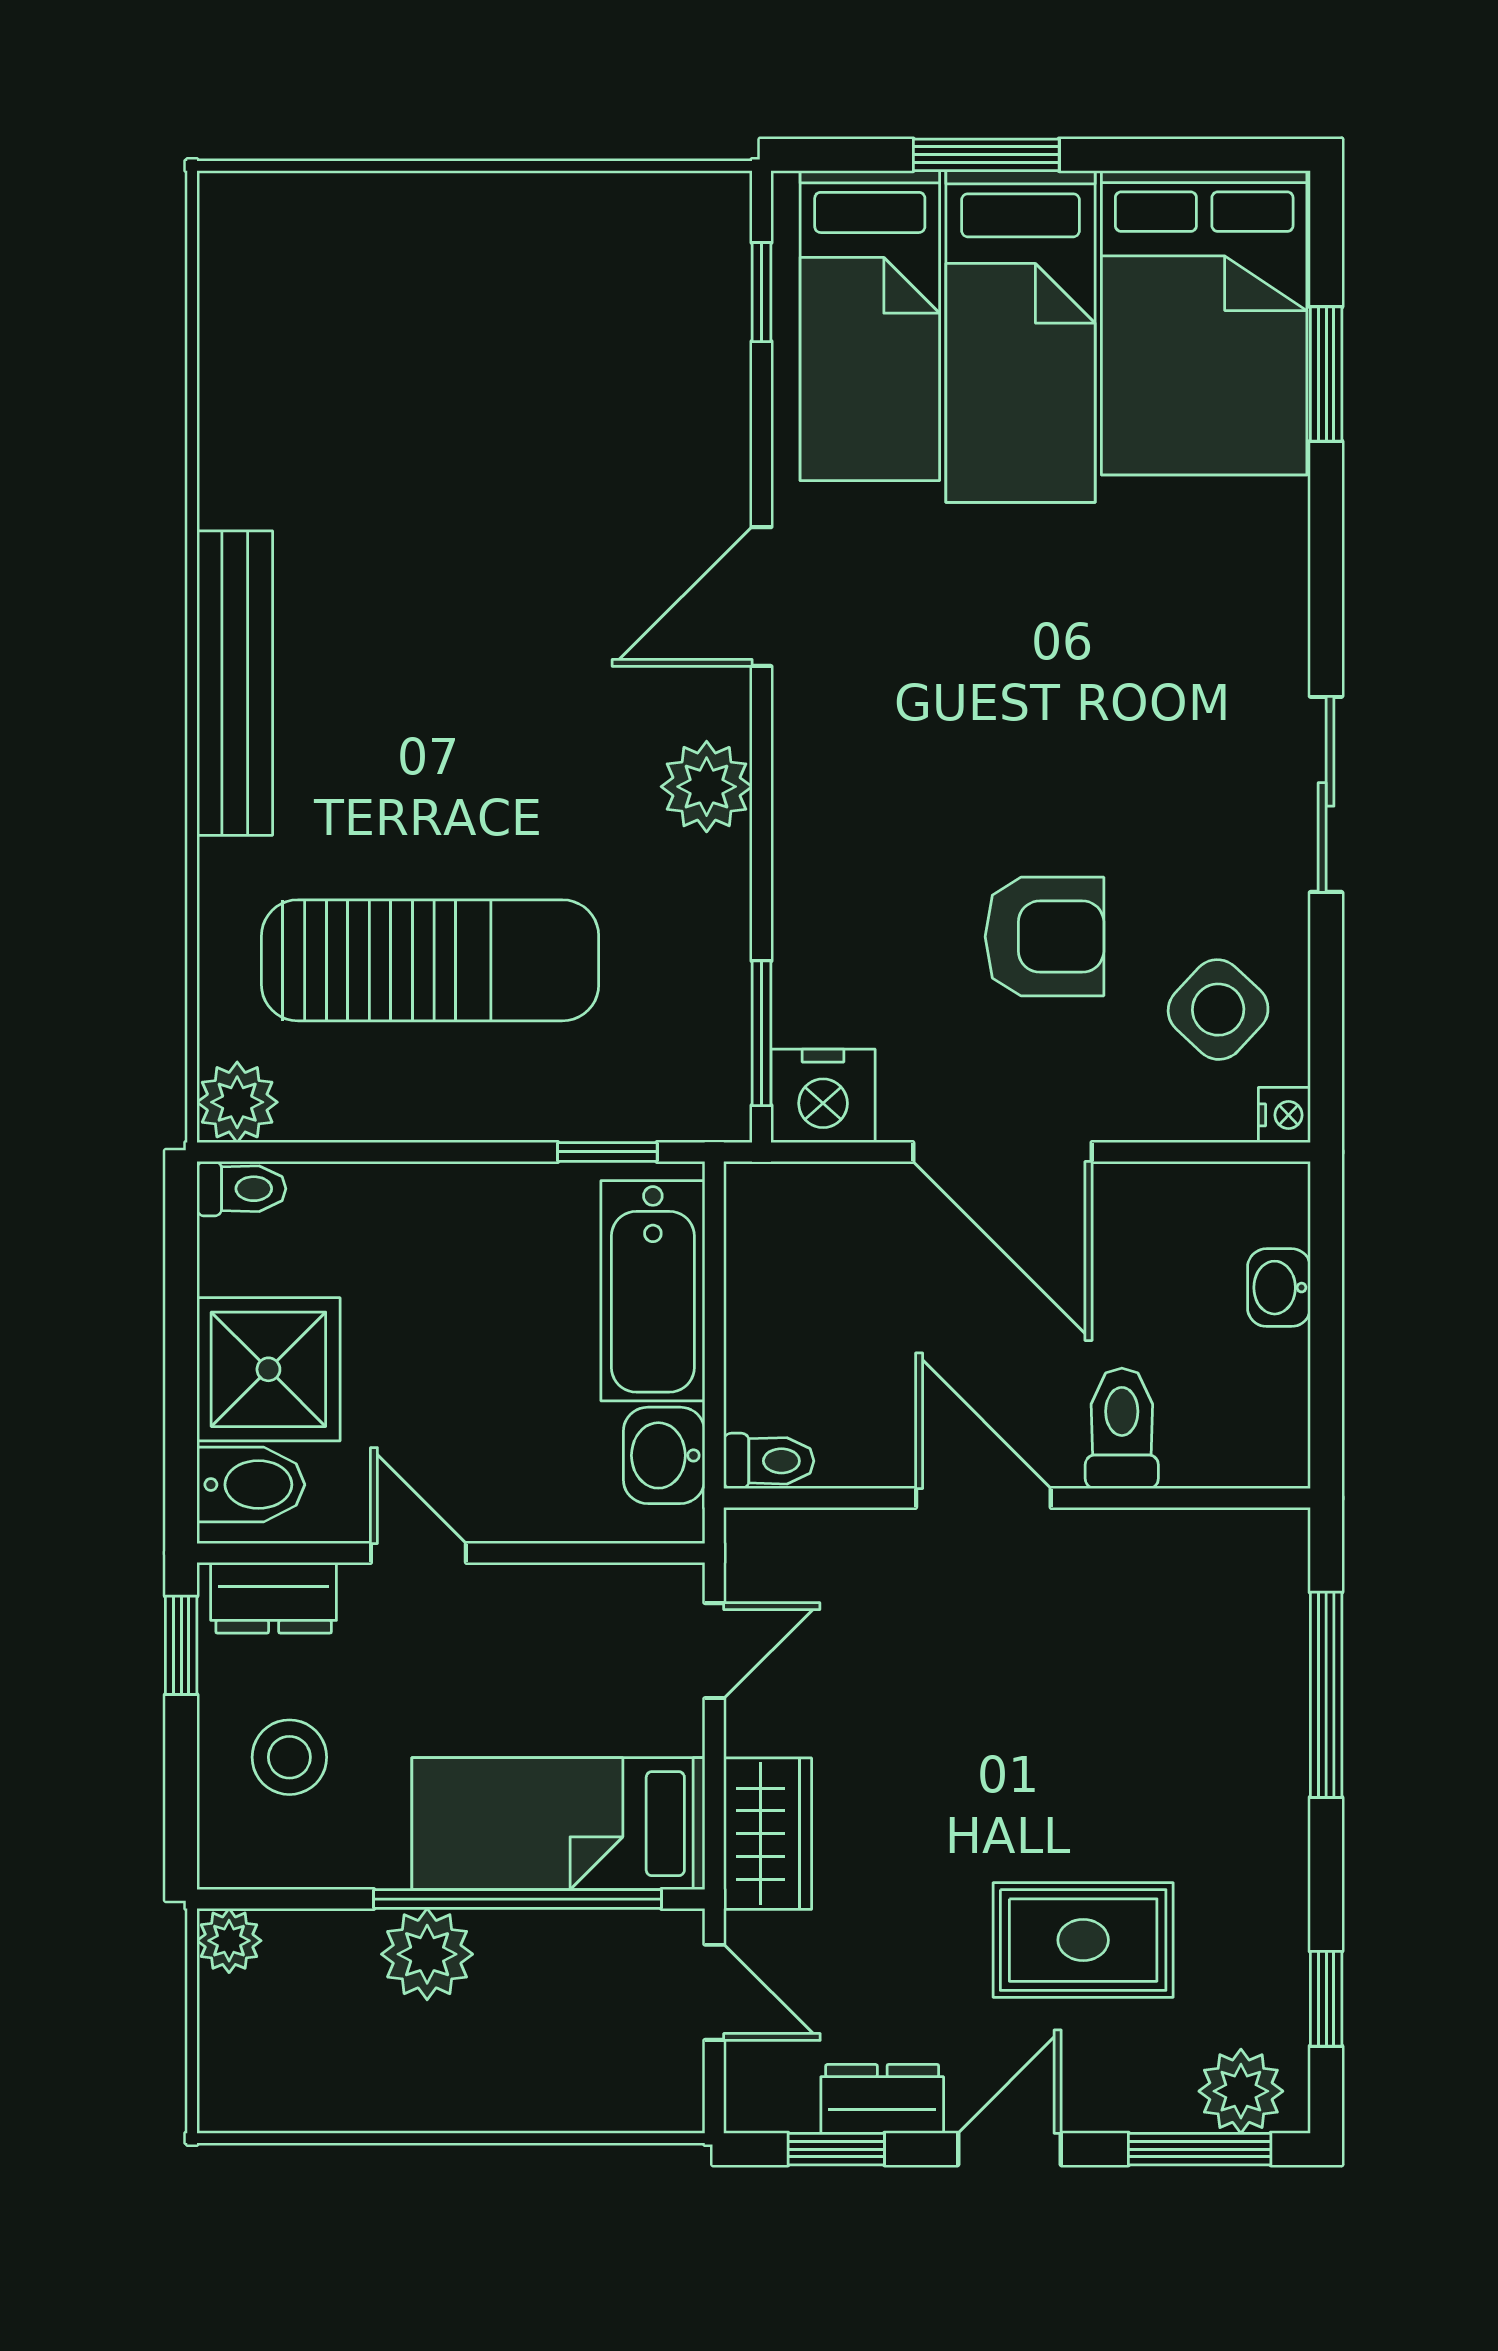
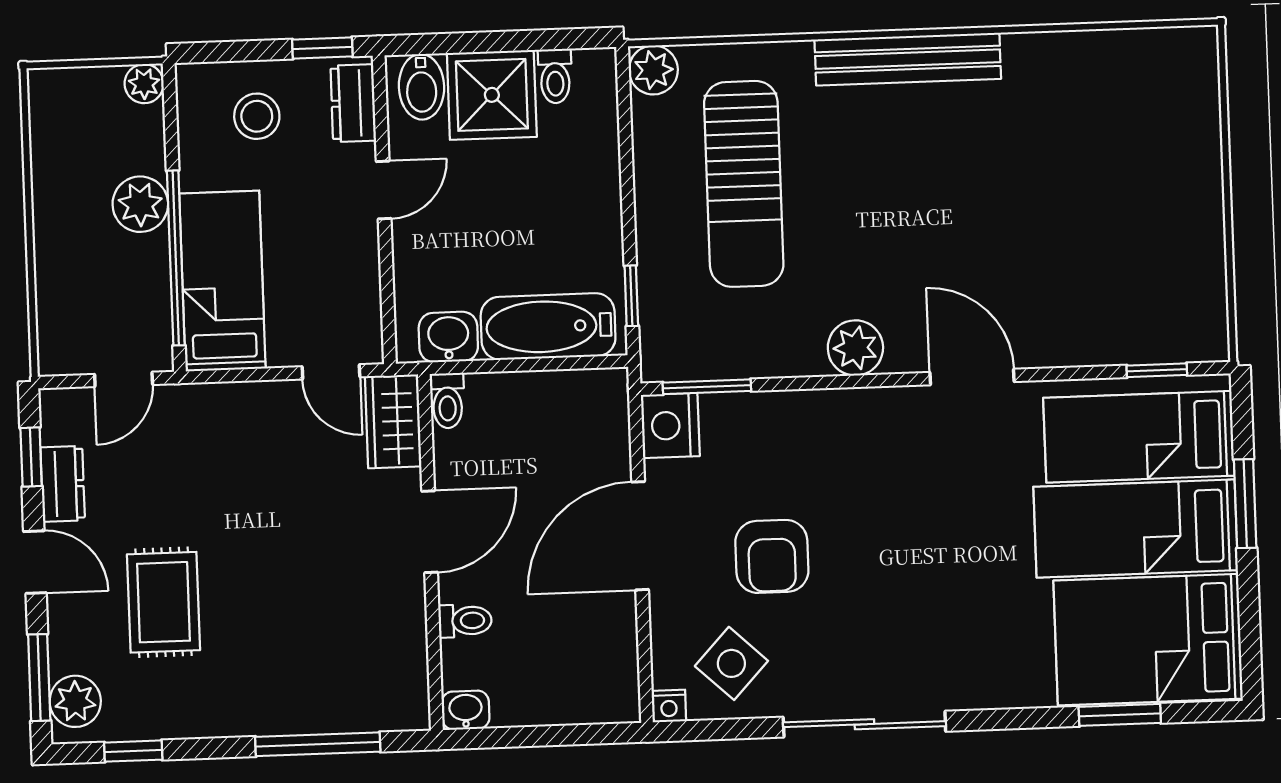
sliding door: (1326, 794) -> (864, 724), width x1.37
toilet: (241, 1189) -> (555, 76), moved
washbasin: (1279, 1288) -> (466, 710), moved
toilet: (1122, 1428) -> (465, 621), width x0.73, depth x0.72
wardrobe: (768, 1834) -> (393, 421), moved, turned 90

